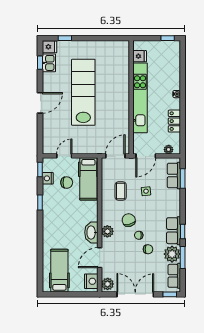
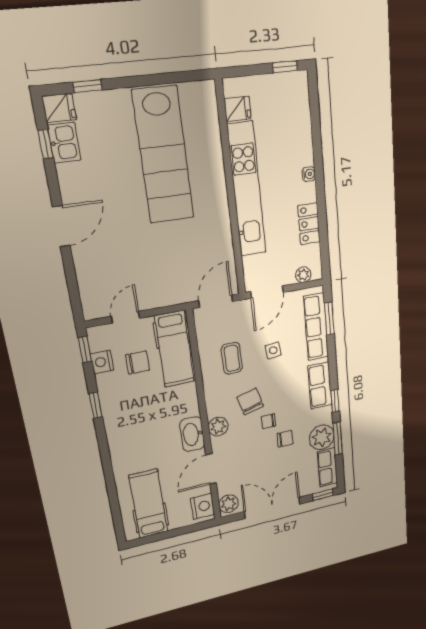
lab bench: (83, 92) -> (164, 156), moved, turned 180
row of seats: (174, 176) -> (316, 327), width x1.48
row of seats: (174, 231) -> (320, 385), moved

